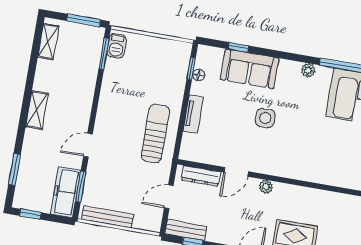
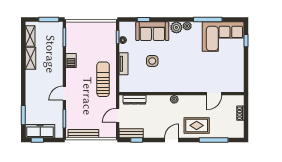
barbecue: (117, 46) -> (71, 61), moved
plant: (290, 70) -> (176, 27), added
shelving: (37, 110) -> (30, 58), moved
side table: (265, 118) -> (152, 61), moved
door: (236, 172) -> (214, 94), moved
freezer: (66, 192) -> (40, 131), moved, turned 90

